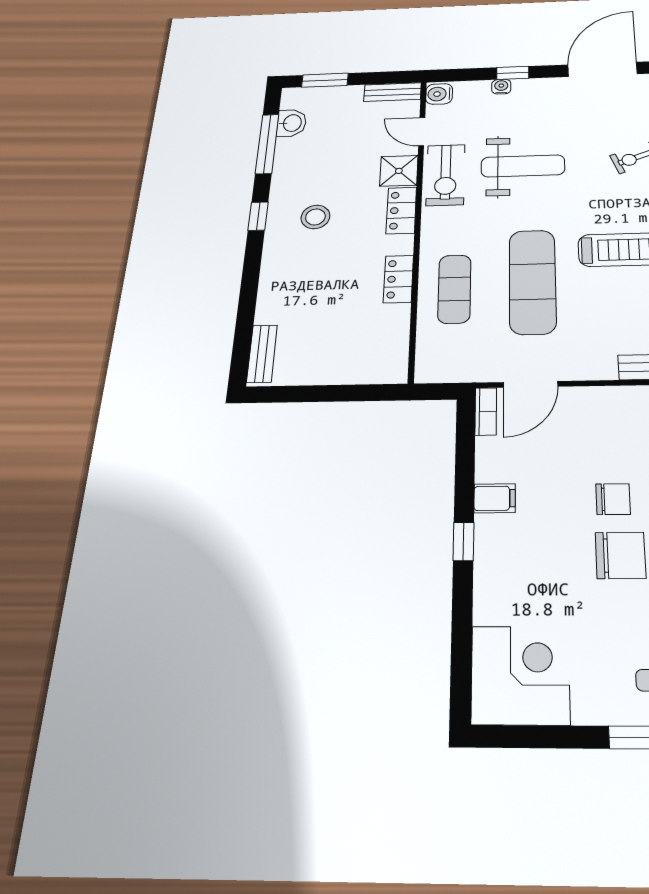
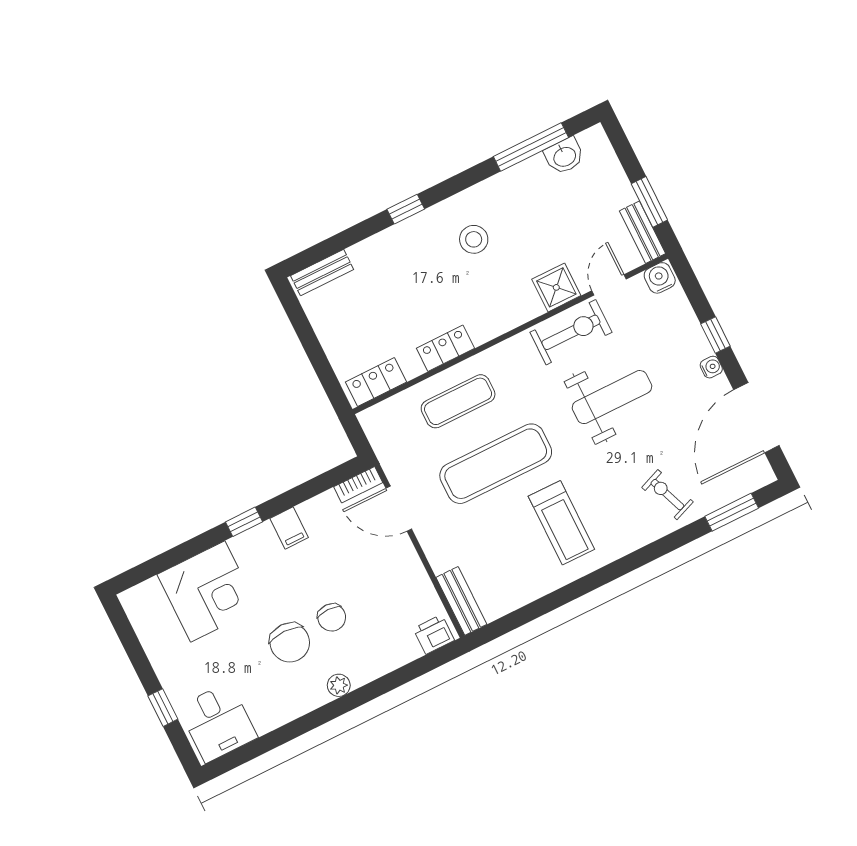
door: (602, 69) -> (756, 418), swing flipped
window: (325, 80) -> (649, 202), moved
water cooler: (501, 87) -> (711, 367), moved
weight bench: (523, 166) -> (612, 397), turned -90
exercise bike: (446, 175) -> (571, 332), turned 180
locker: (401, 210) -> (376, 382), moved
window: (258, 216) -> (406, 209), moved
corner desk: (520, 675) -> (208, 592), moved

